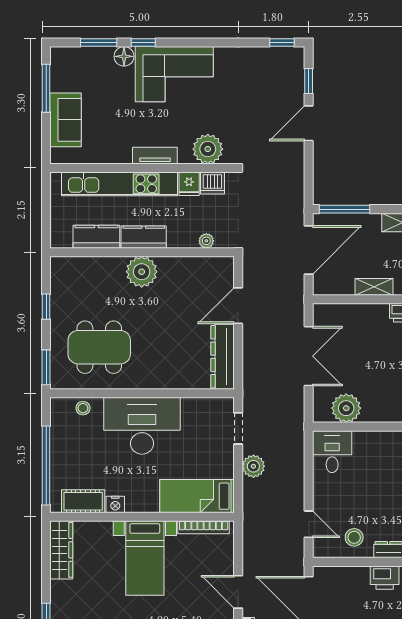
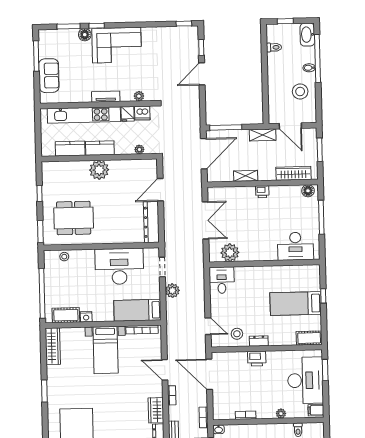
plant: (208, 149) -> (139, 96), width x0.53, depth x0.53
desk: (142, 426) -> (119, 266), moved

